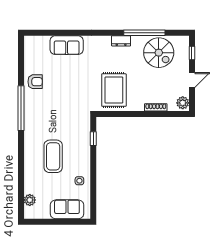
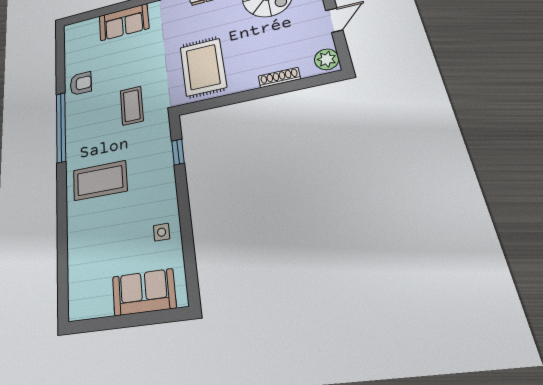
coffee table: (68, 104) -> (132, 106), added
coffee table: (53, 156) -> (100, 181), moved, turned 90
plant: (30, 200) -> (77, 283), removed

